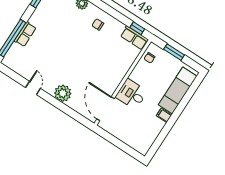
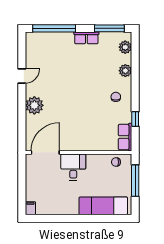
window: (137, 28) -> (135, 119), moved
row of seats: (25, 34) -> (86, 38), moved
window: (174, 52) -> (135, 181), width x1.44
filing cabinet: (164, 115) -> (30, 208), moved

